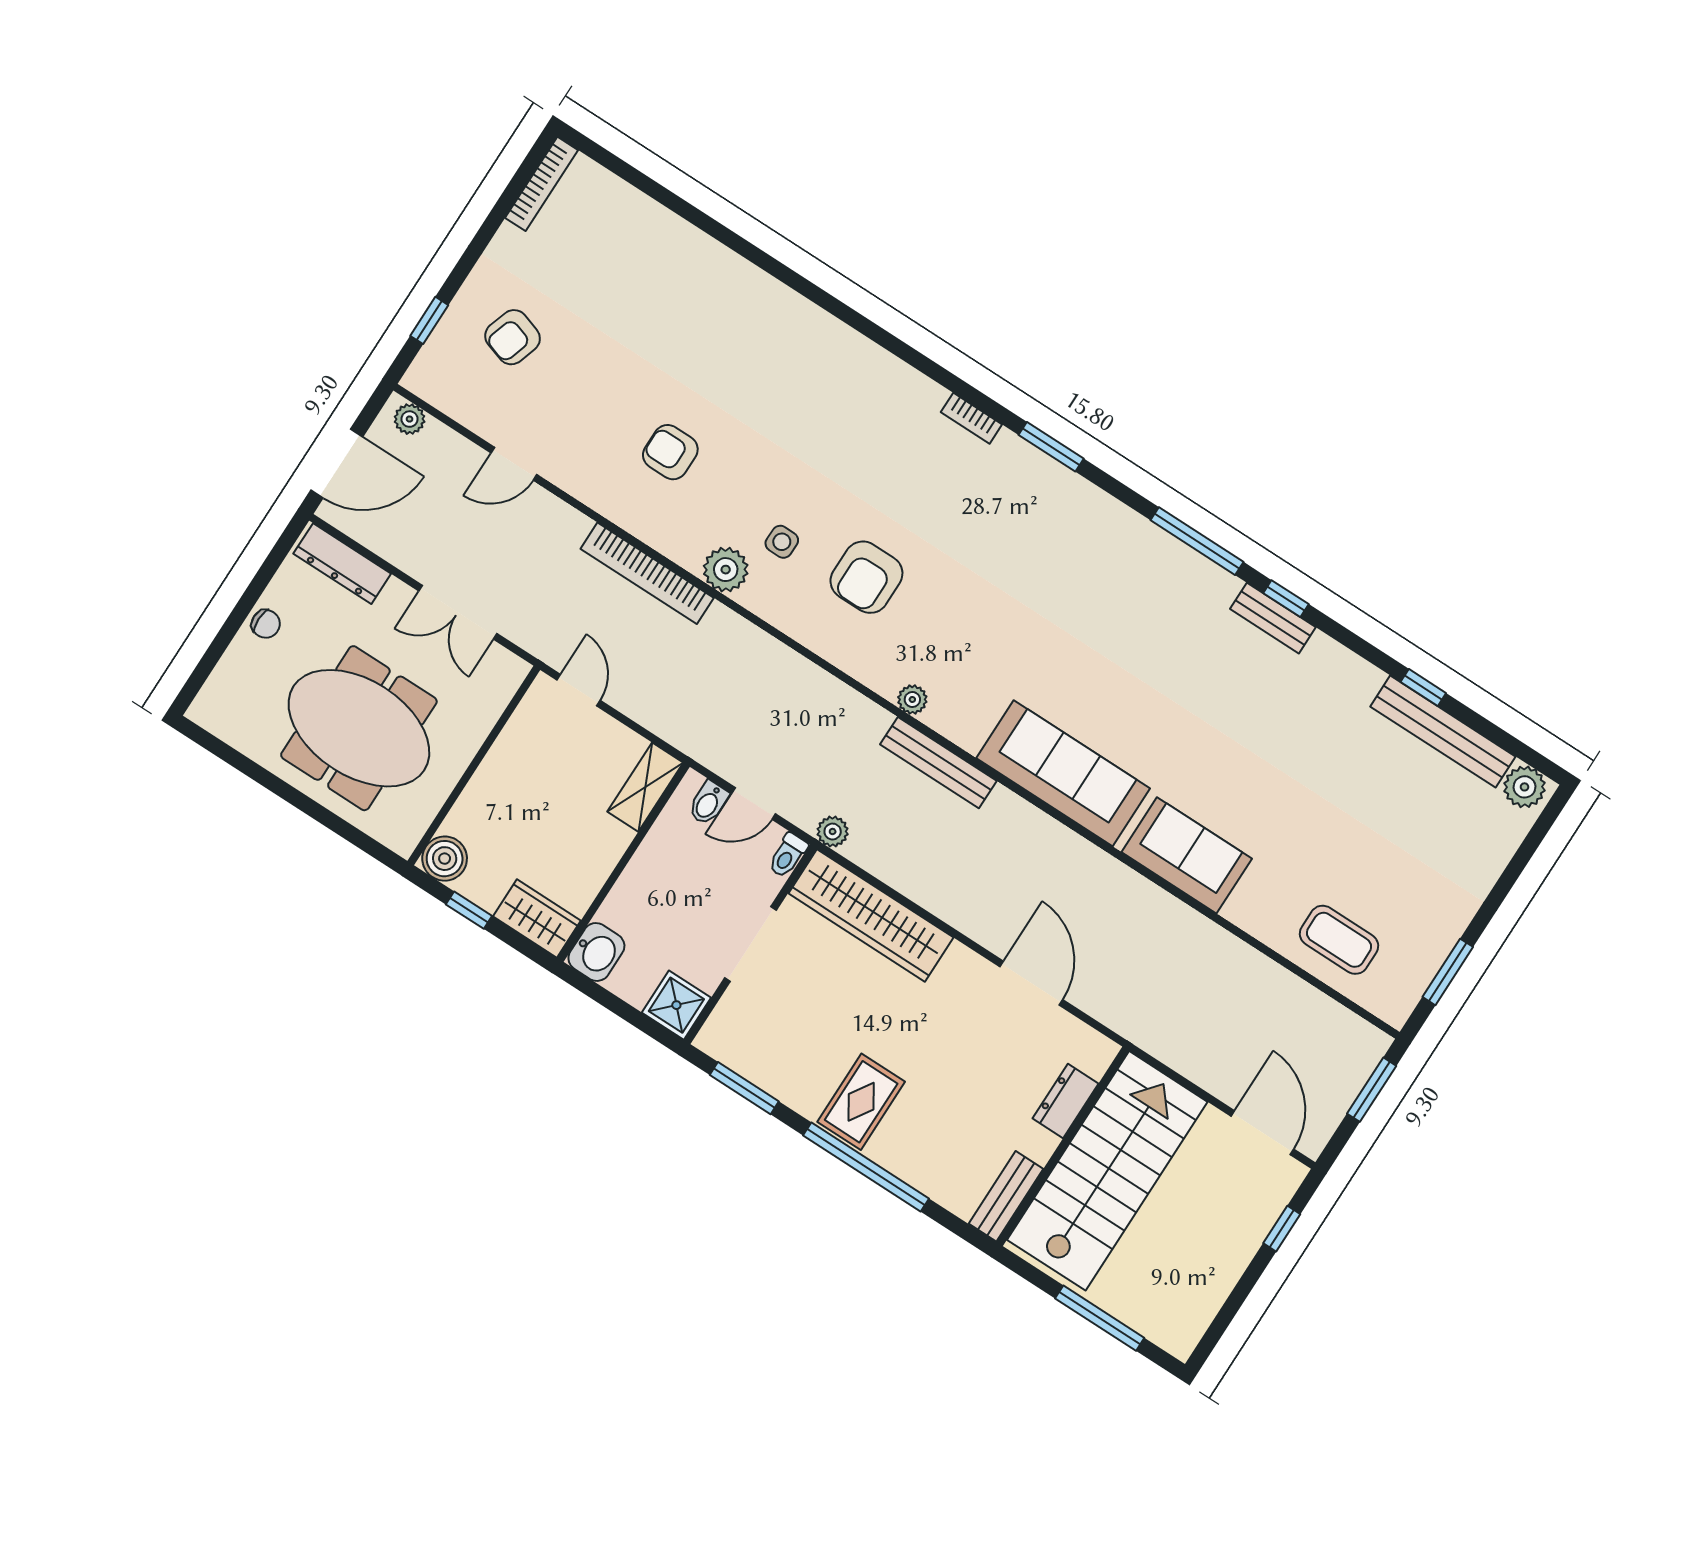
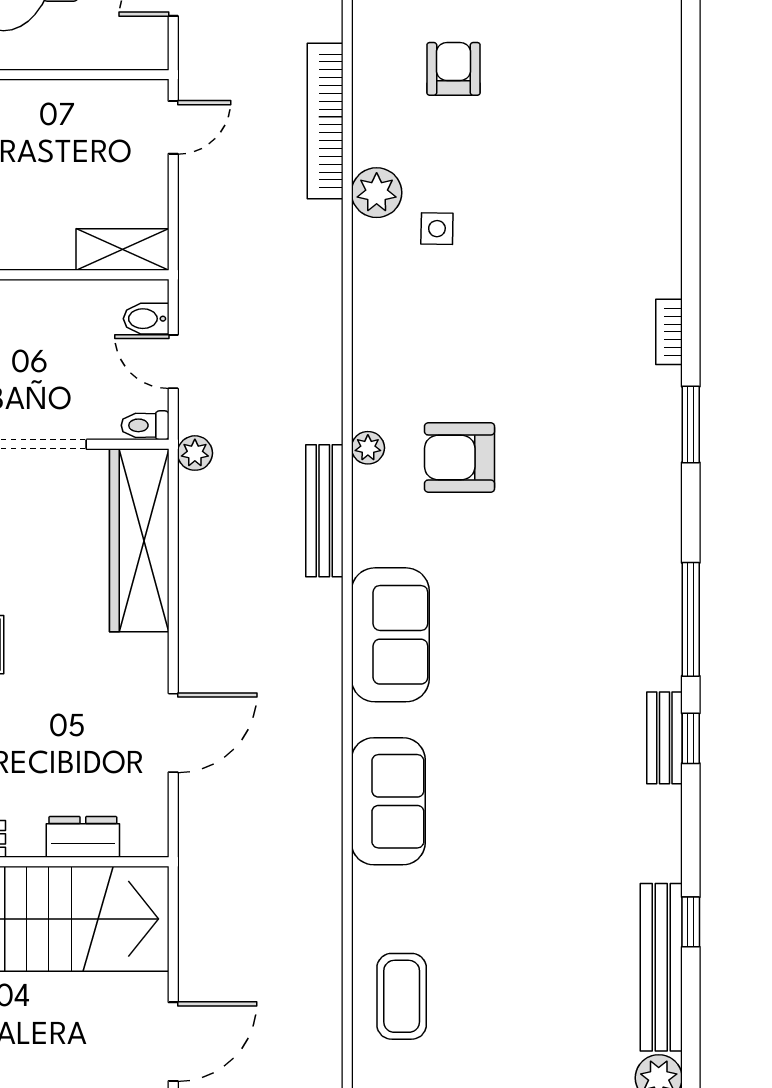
armchair: (866, 577) -> (460, 458), moved
sofa: (1063, 773) -> (390, 635), width x0.73

